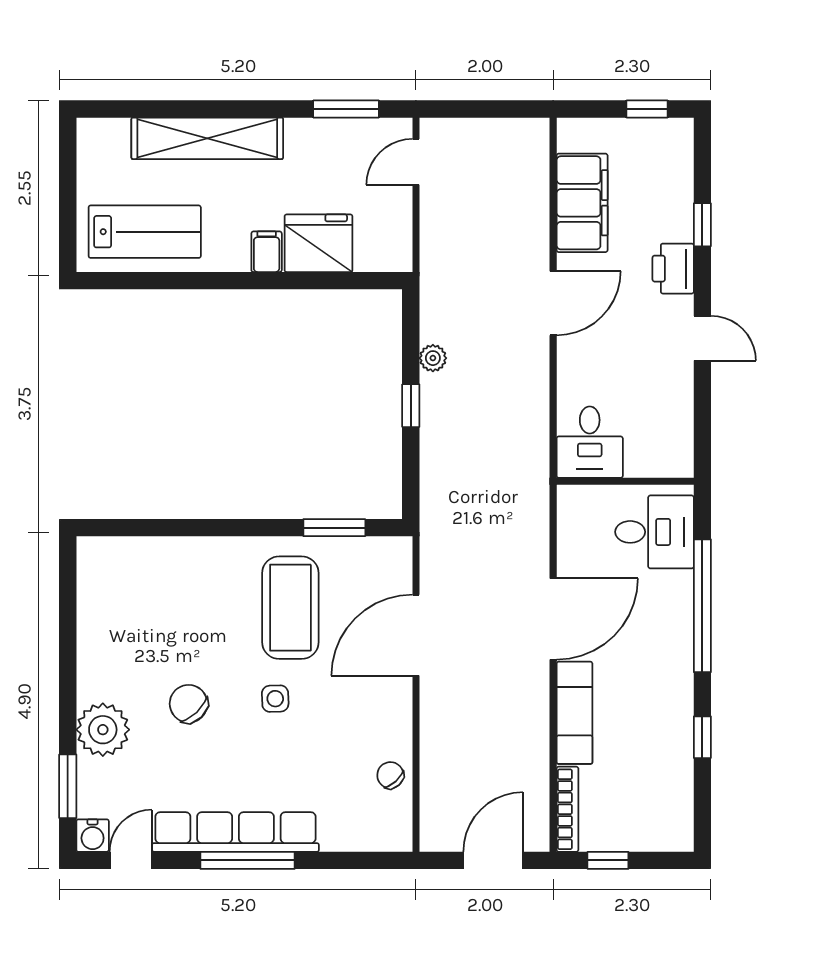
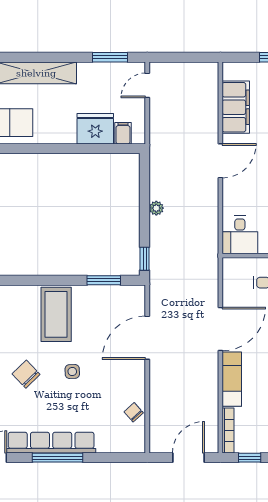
filing cabinet: (267, 252) -> (123, 133), moved
plant: (433, 358) -> (156, 208), moved
window: (411, 406) -> (145, 259), moved
coffee table: (290, 608) -> (56, 314), moved

